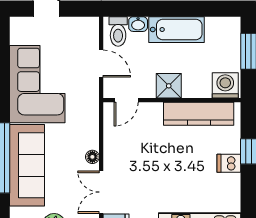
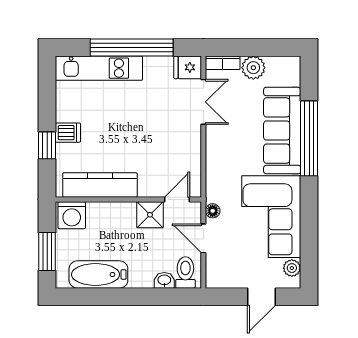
bathtub: (176, 30) -> (98, 275), moved
plant: (18, 36) -> (292, 268), added
shower: (169, 86) -> (150, 215), moved
floor lamp: (92, 157) -> (213, 211), moved

